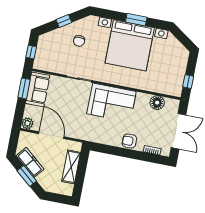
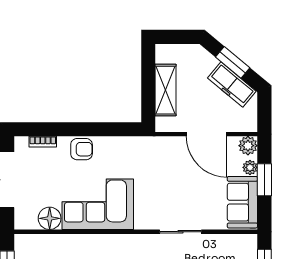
window: (24, 88) -> (264, 180), moved
corner sofa: (111, 103) -> (98, 204), moved
plant: (29, 110) -> (250, 167), added

